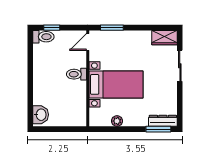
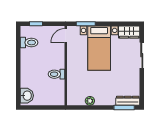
toilet: (43, 37) -> (29, 43), moved
toilet: (76, 74) -> (56, 74), moved
bed with nightstands: (116, 84) -> (99, 48), moved, turned 90

